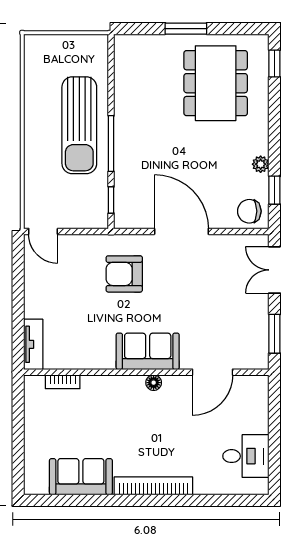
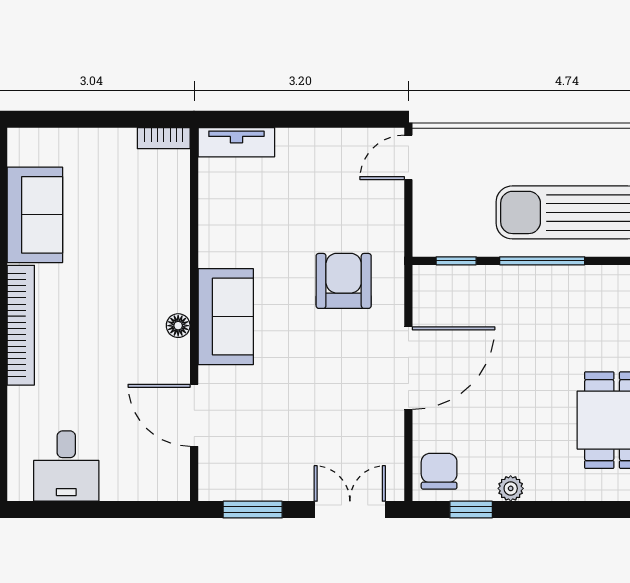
bookcase: (63, 382) -> (164, 138), moved, turned -90

